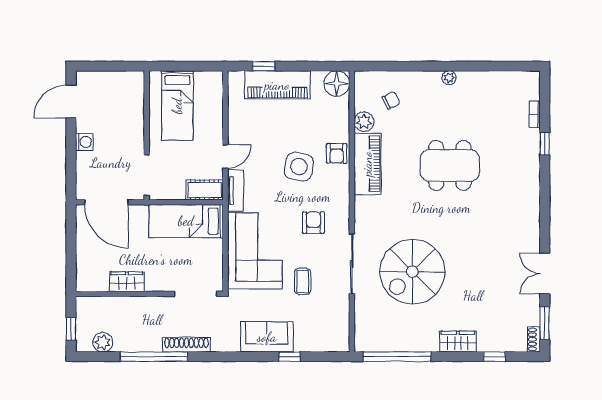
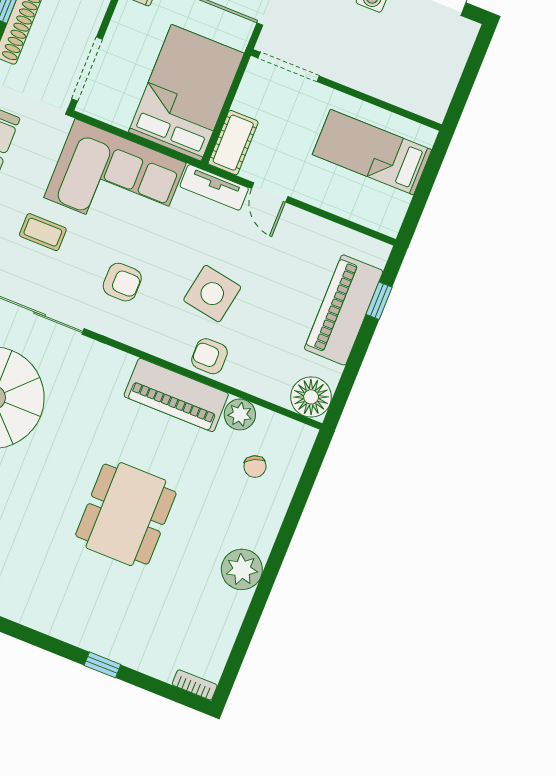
plant: (449, 78) -> (242, 569), width x1.88, depth x1.88
bookcase: (535, 114) -> (195, 685), moved
bed: (186, 221) -> (186, 93), width x1.50

